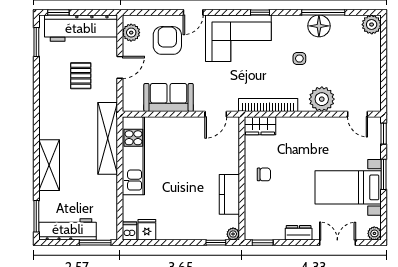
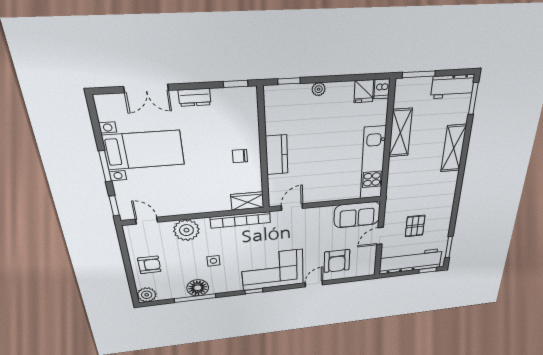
plant: (131, 33) -> (368, 263), removed
armchair: (363, 62) -> (149, 265), added
sofa: (169, 97) -> (357, 215), moved
shelving: (108, 138) -> (400, 133), moved, width x0.68
kitchen counter: (229, 194) -> (277, 155), moved
workbench: (68, 229) -> (453, 86), width x0.73
plant: (374, 233) -> (102, 102), removed
plant: (233, 234) -> (319, 89), moved

